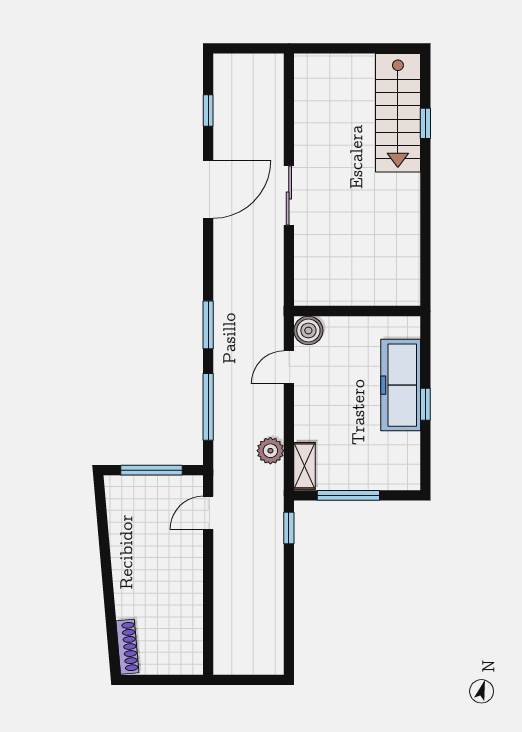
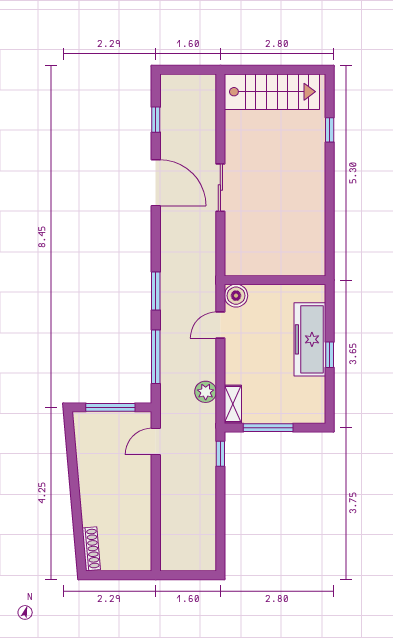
stairs: (398, 113) -> (272, 92), moved, turned -90
door: (208, 189) -> (156, 183), hinge flipped

